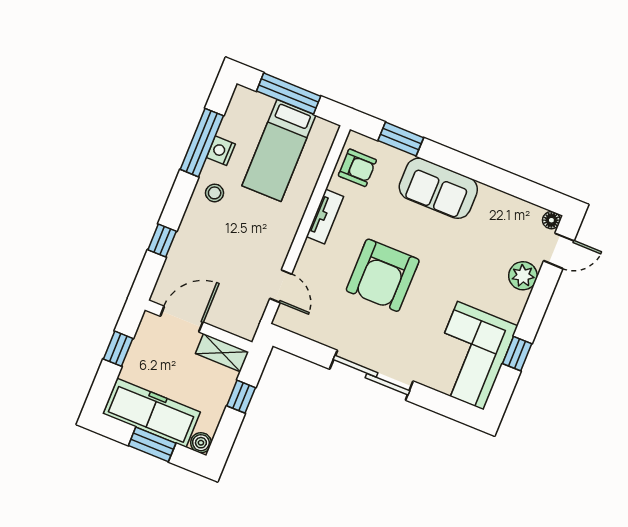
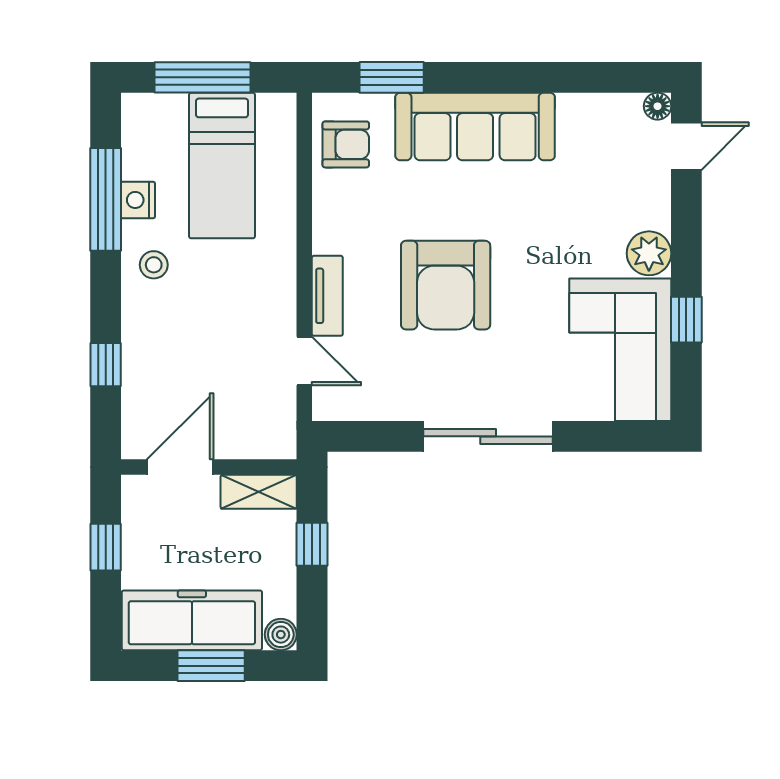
sofa: (438, 188) -> (475, 126), width x1.36
tv unit: (325, 217) -> (327, 296), moved
plant: (523, 276) -> (649, 253), moved

